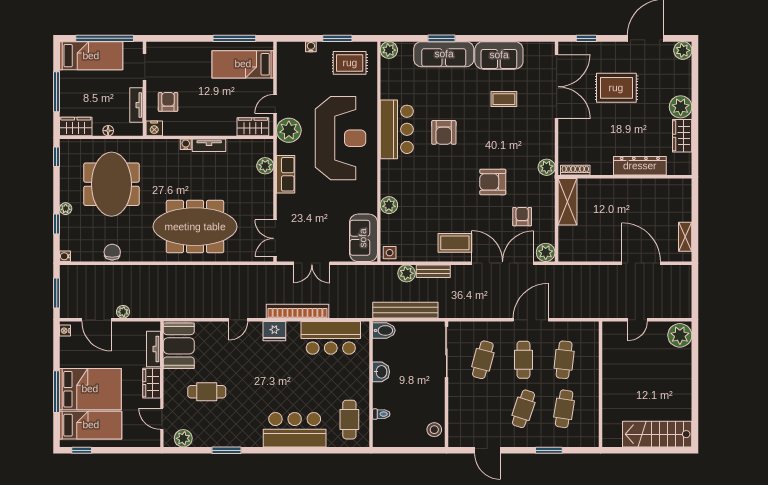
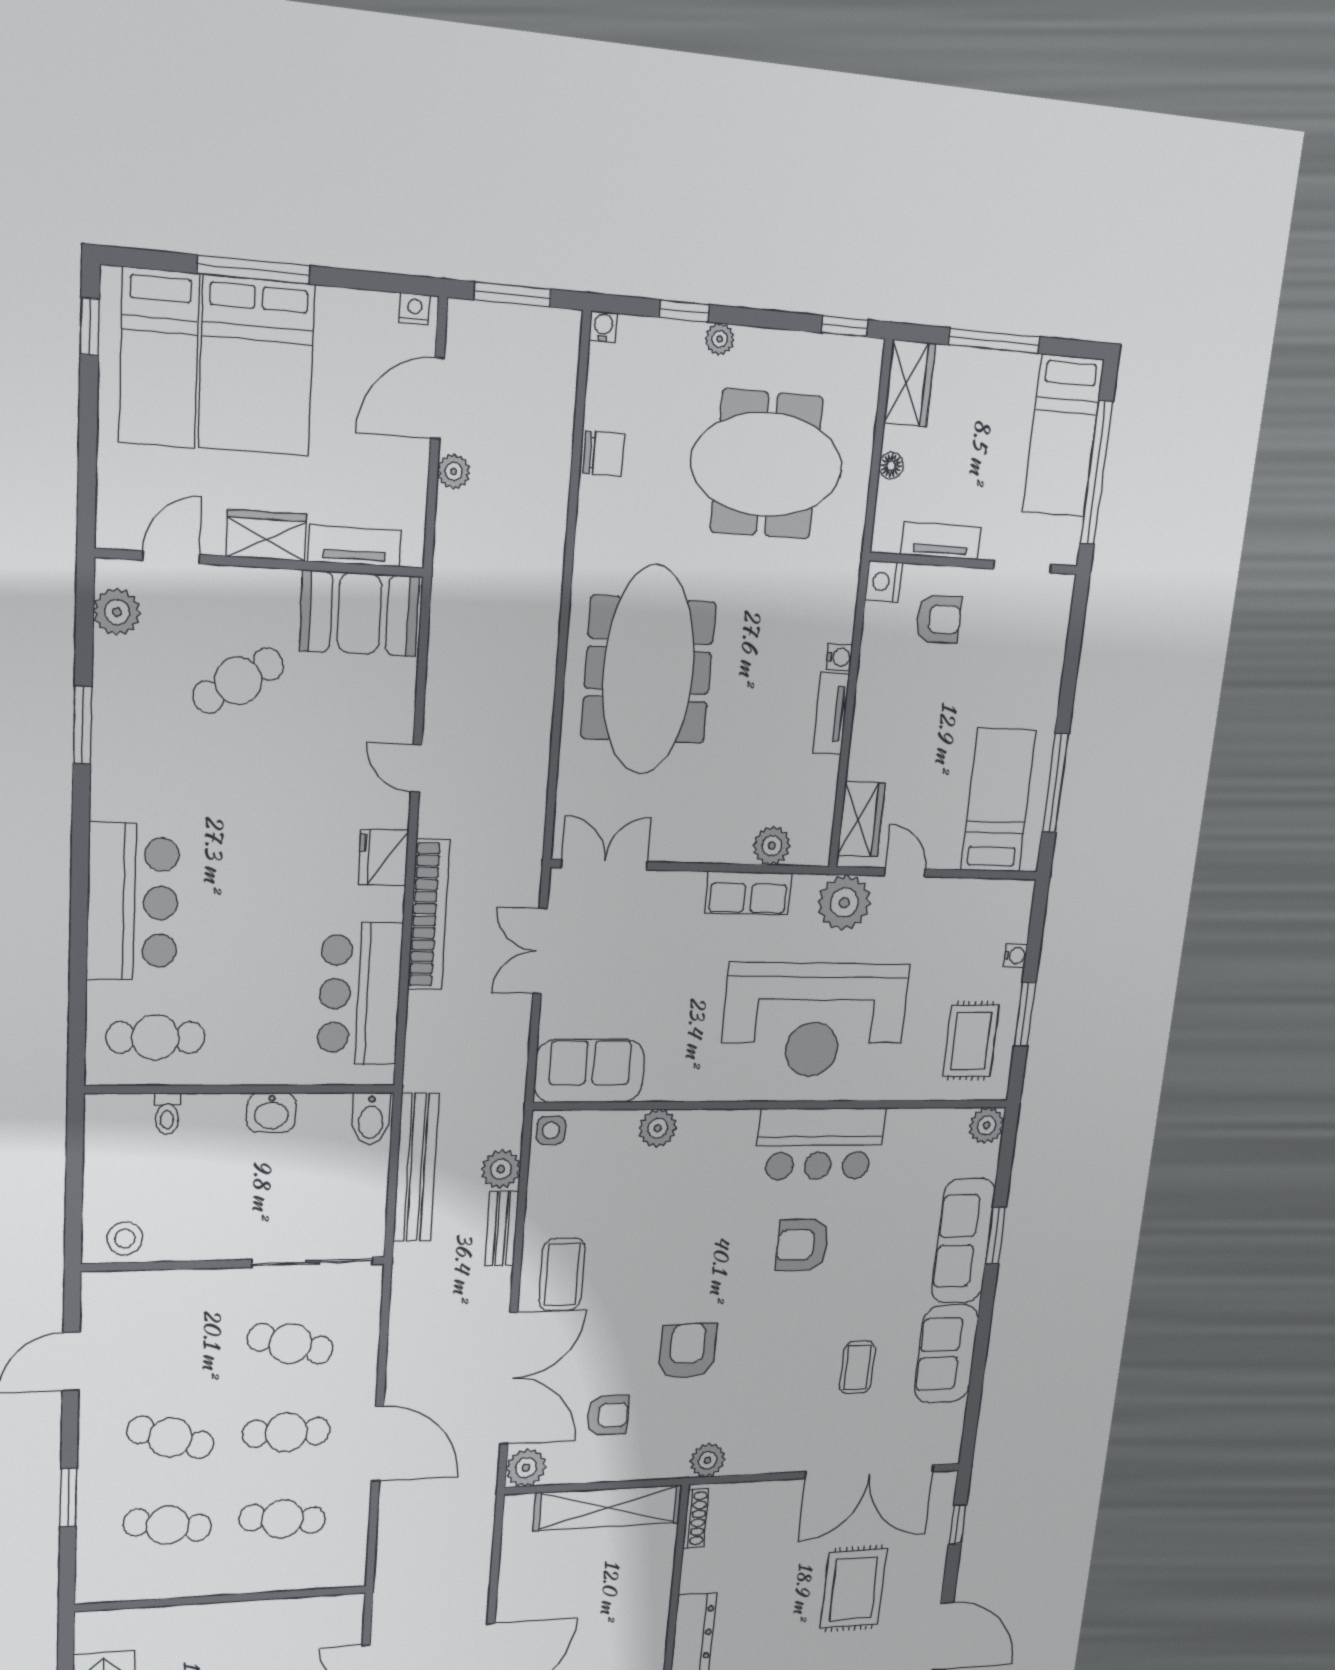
shelving: (567, 202) -> (608, 1508), width x1.47
cafe table: (207, 392) -> (238, 681), turned 59

